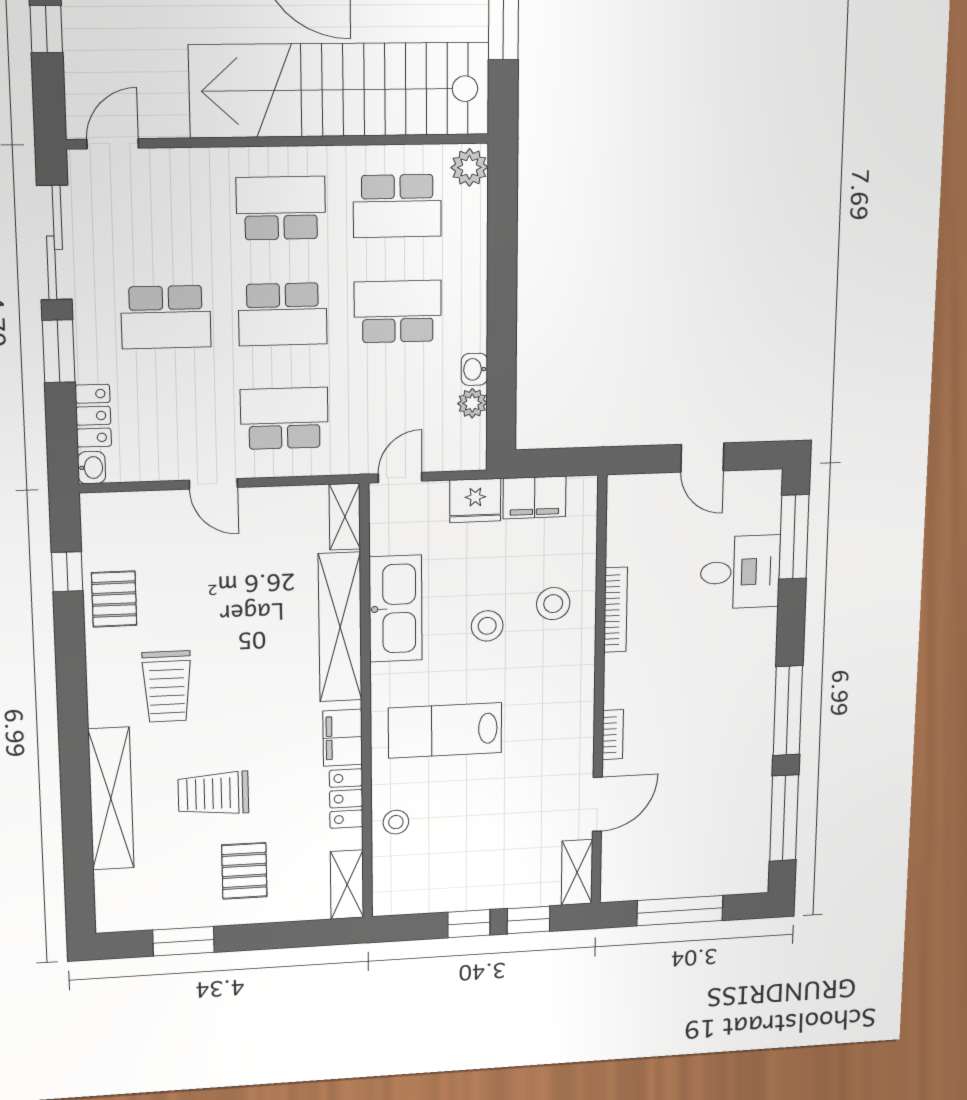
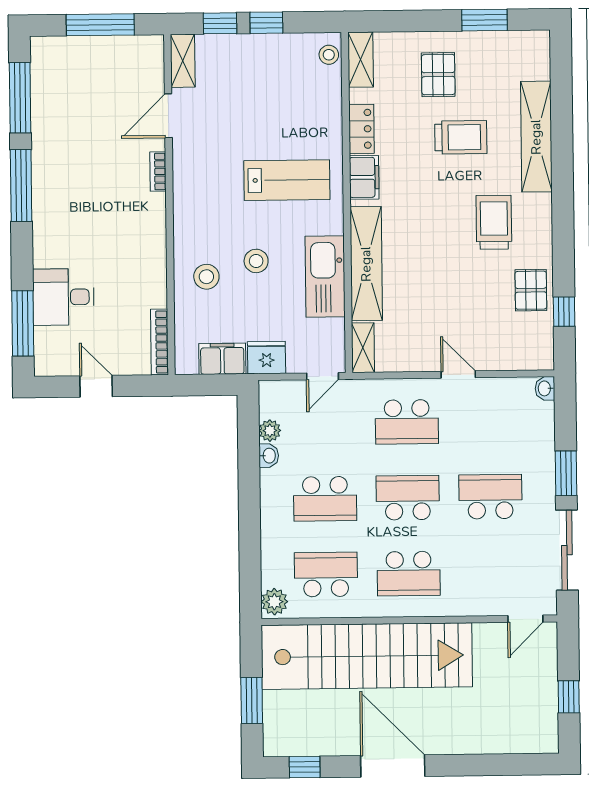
locker: (93, 416) -> (543, 426), removed
bookcase: (616, 610) -> (160, 342), moved
stool: (396, 822) -> (329, 55), moved

